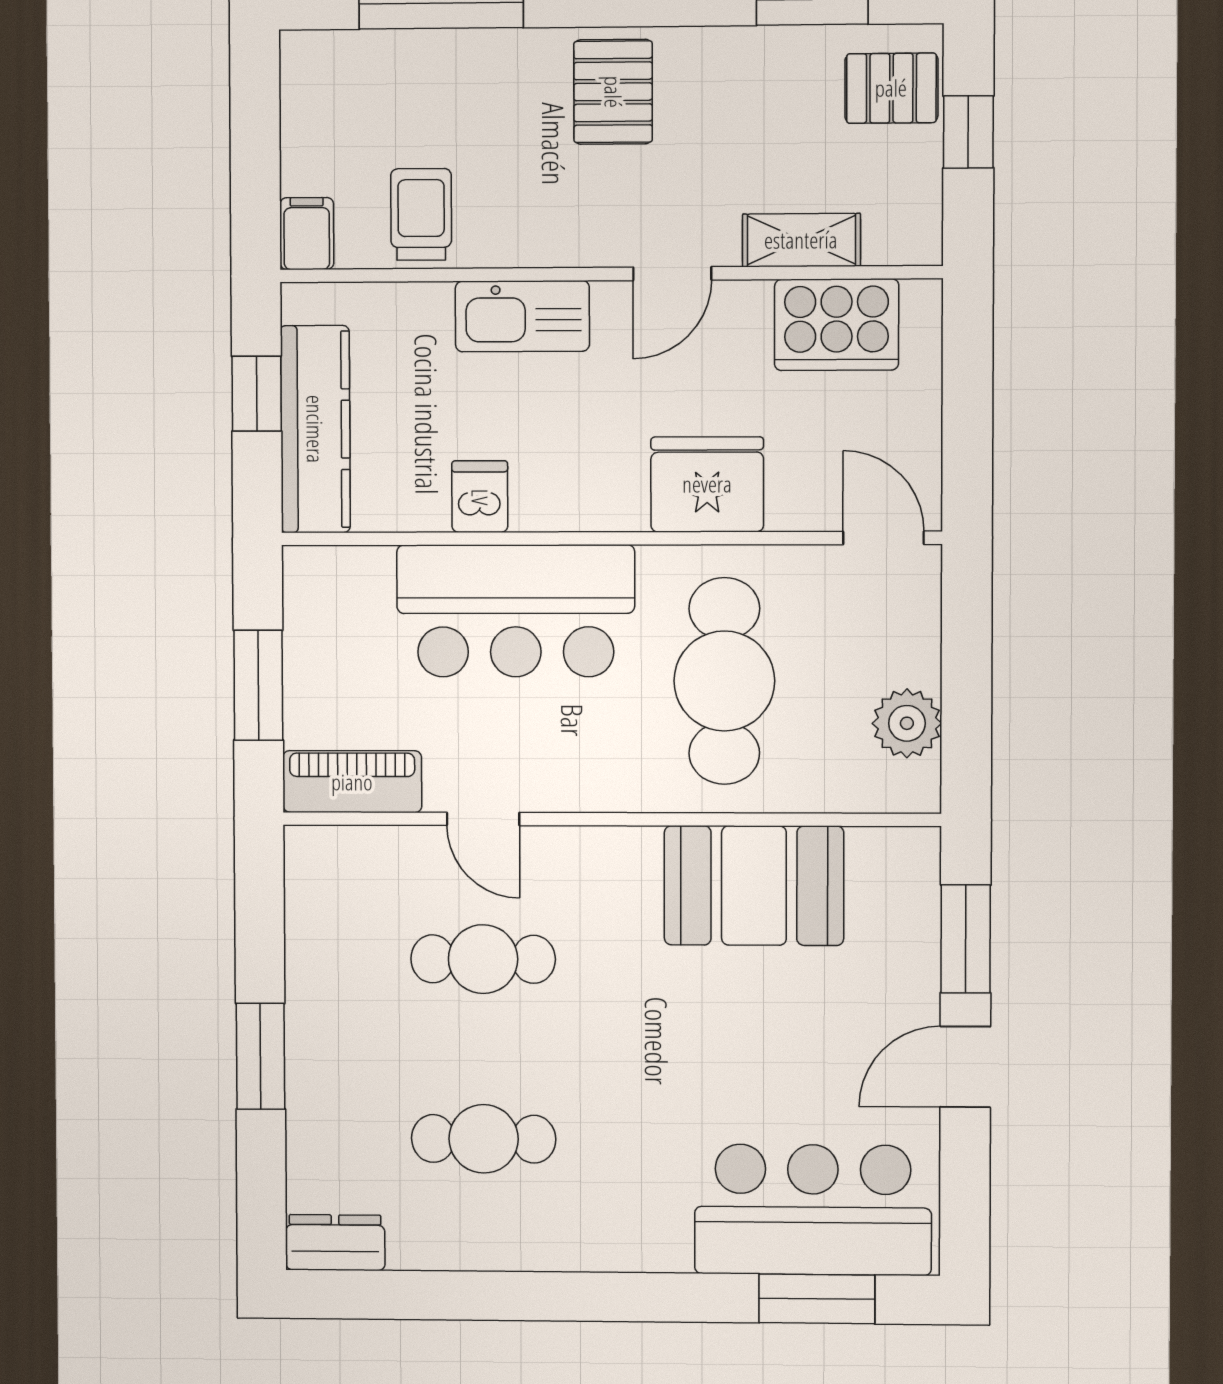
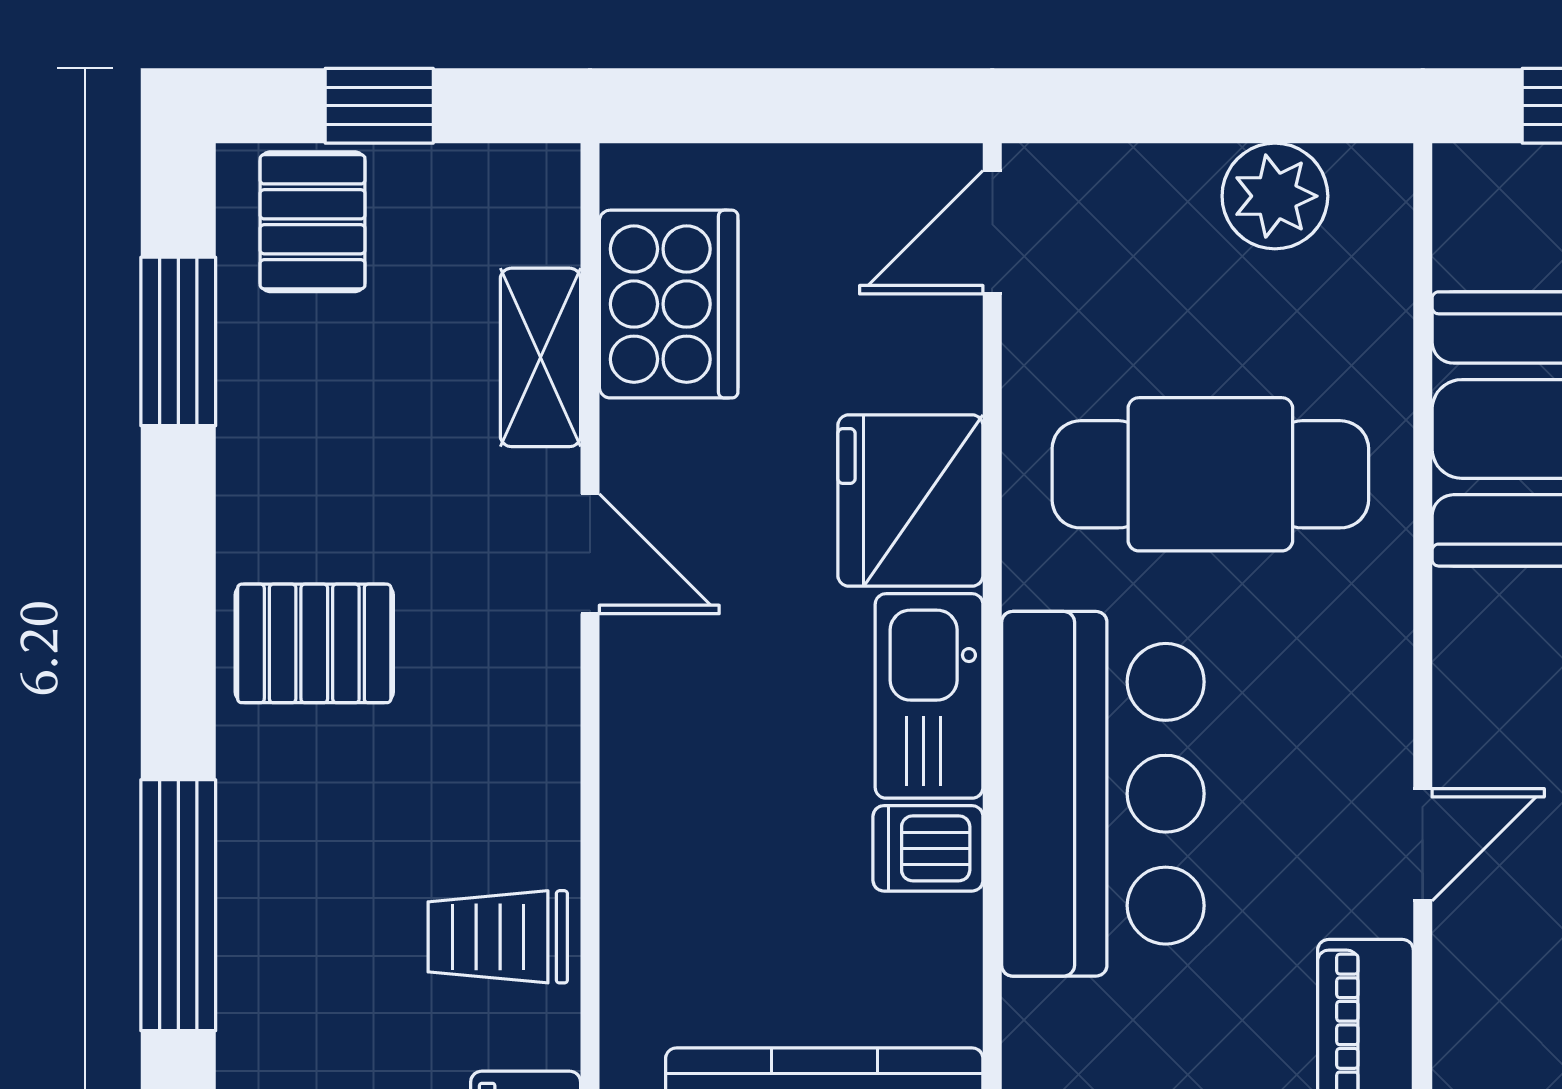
kitchen sink: (522, 316) -> (929, 696), moved, turned 180

